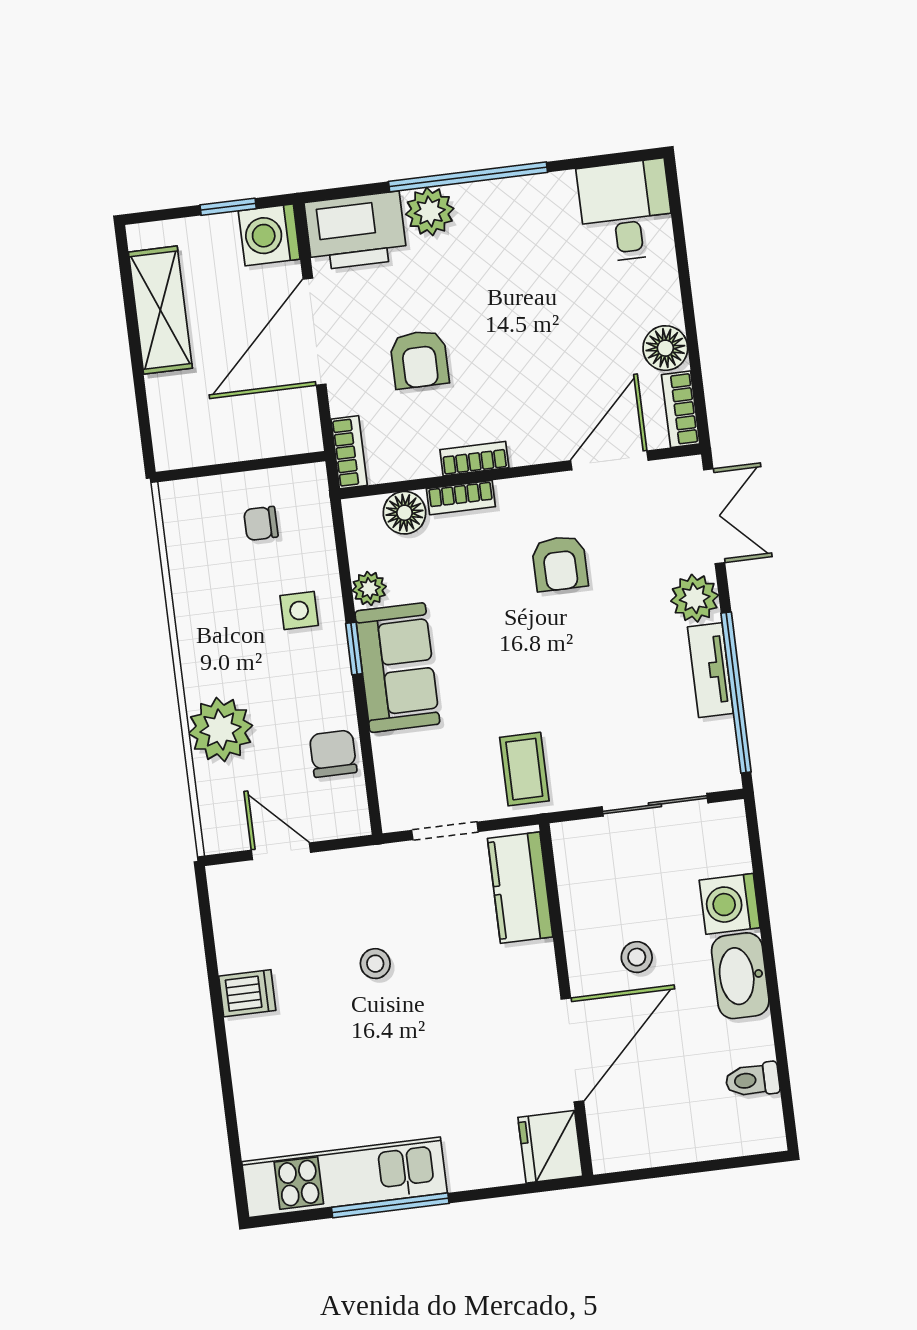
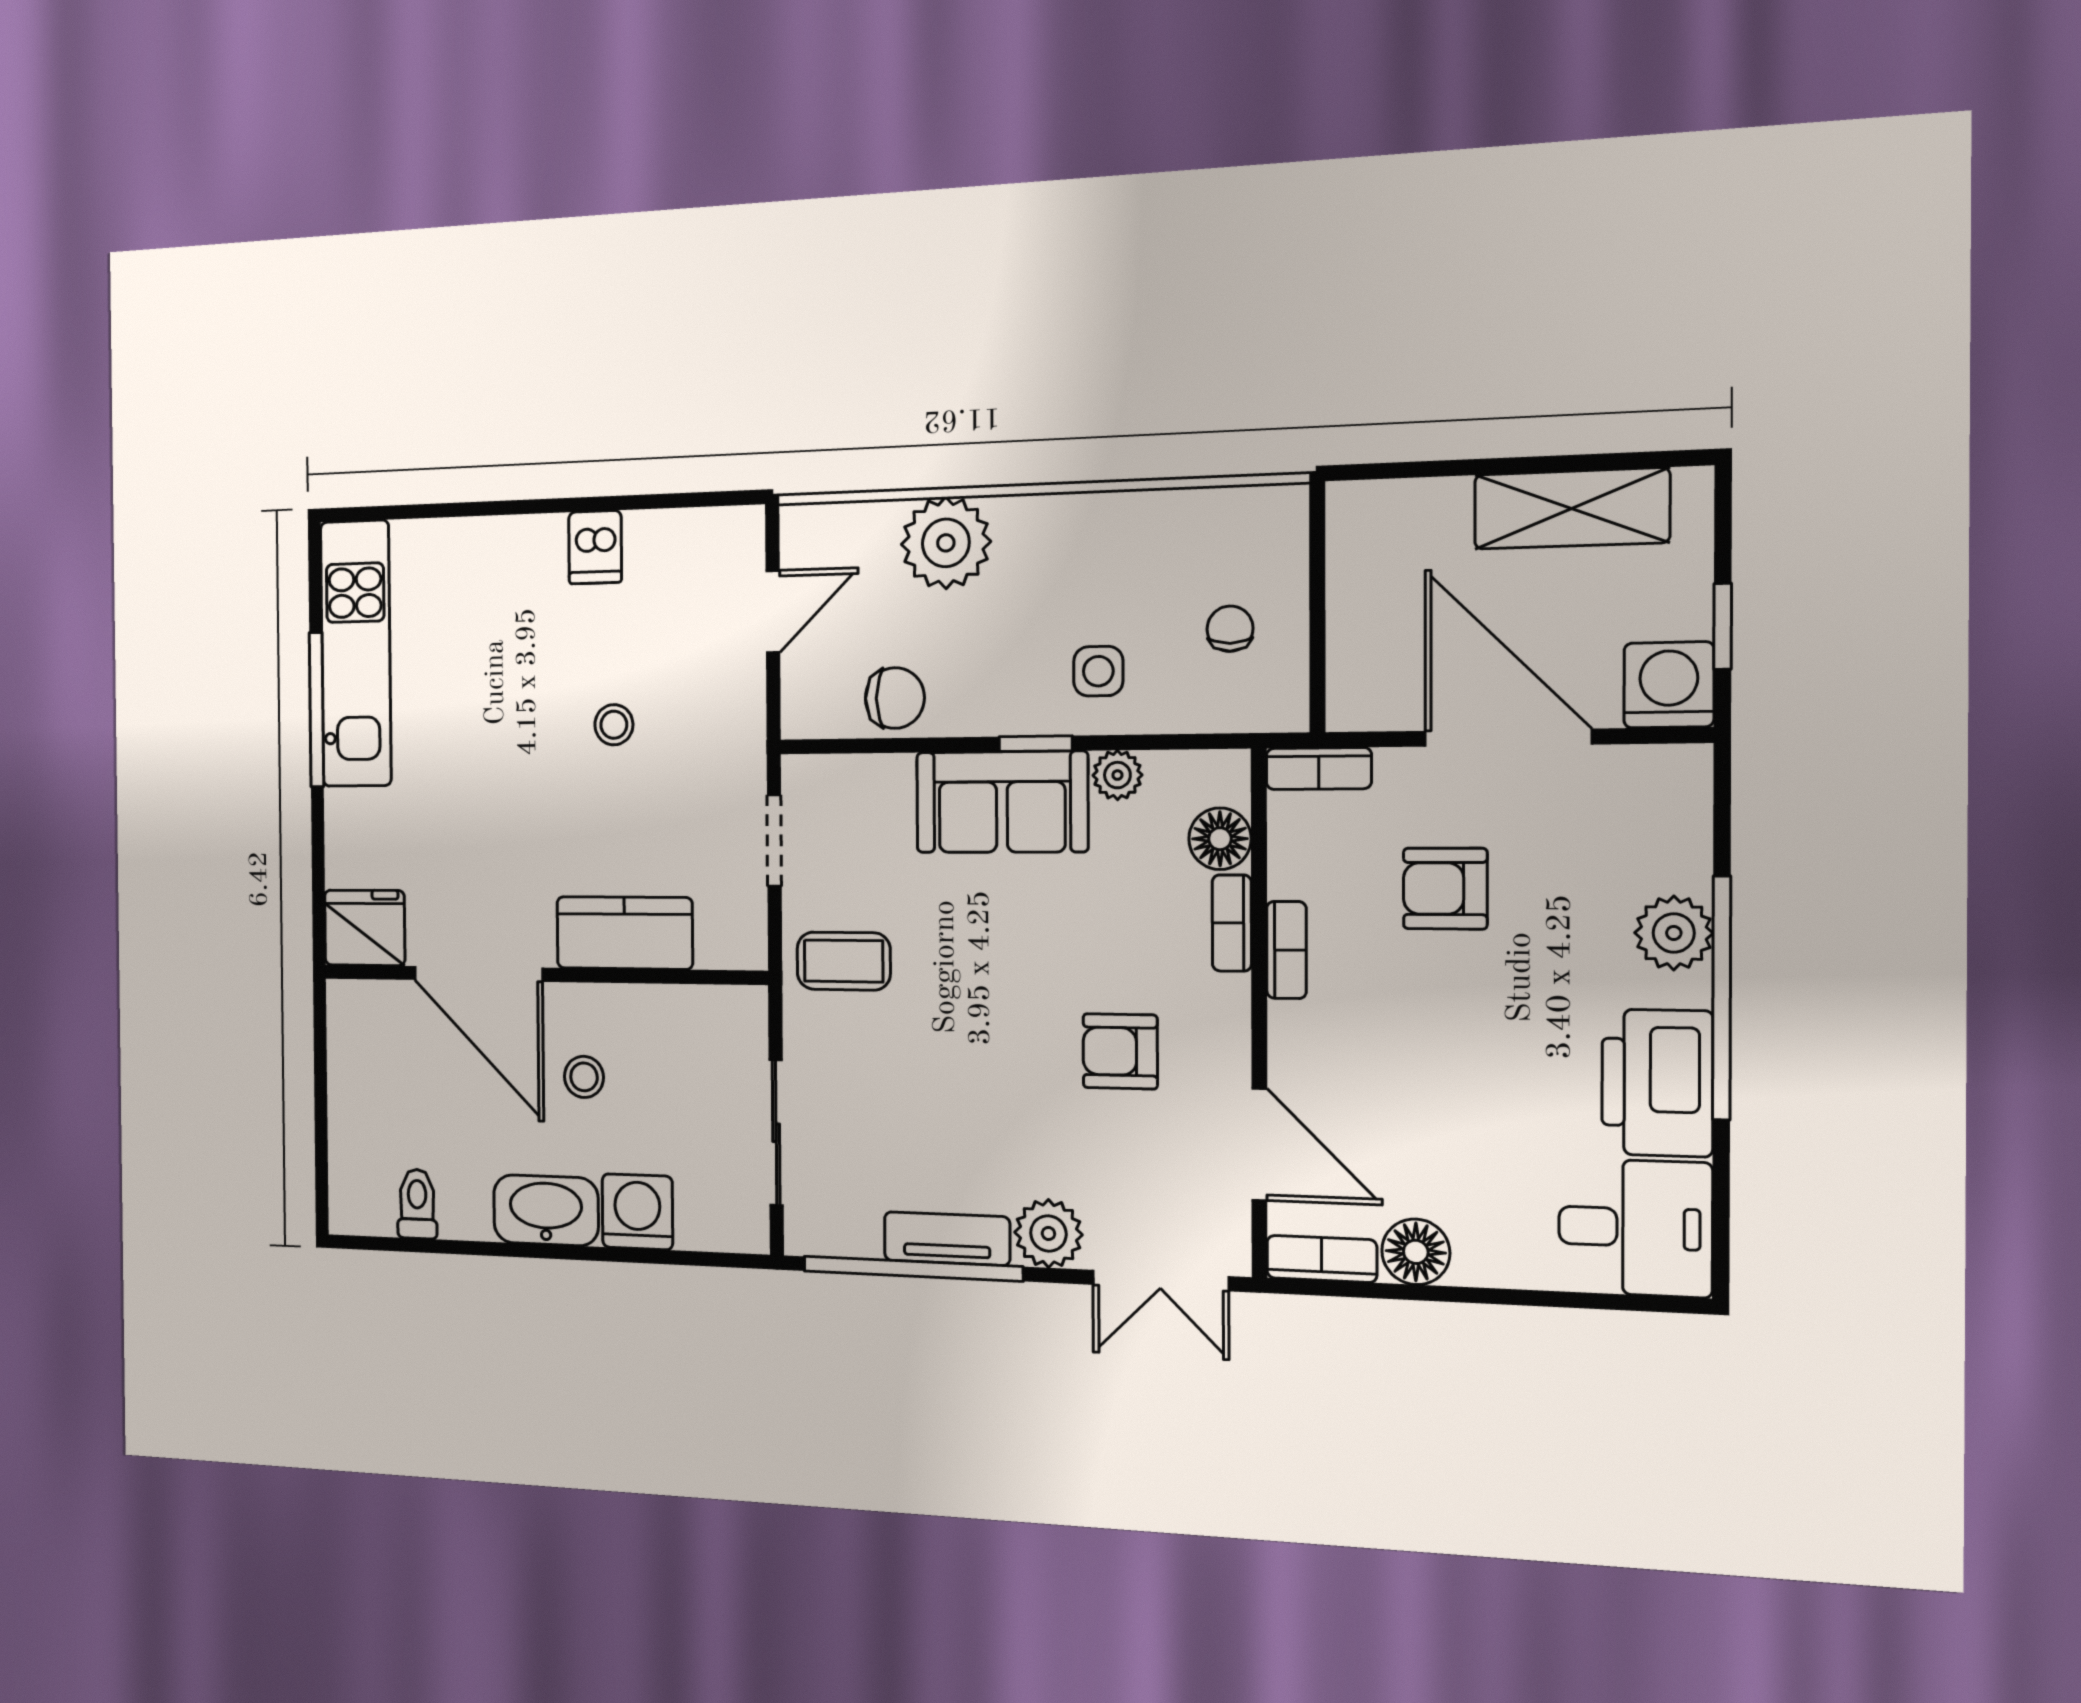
printer: (356, 231) -> (1657, 1083), moved
kitchen counter: (520, 888) -> (624, 933), moved

